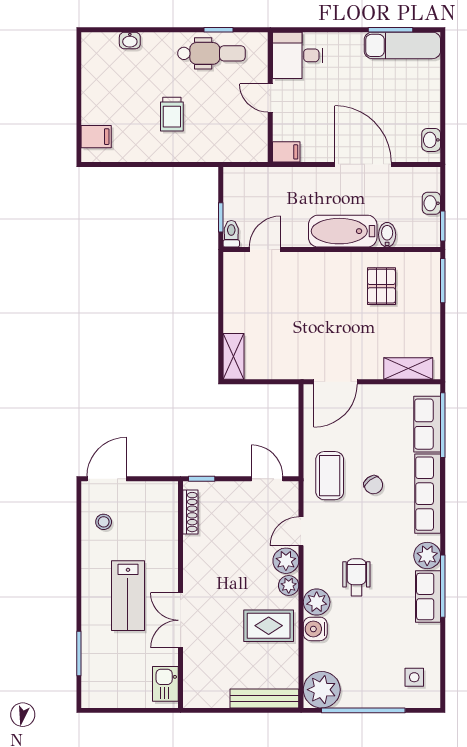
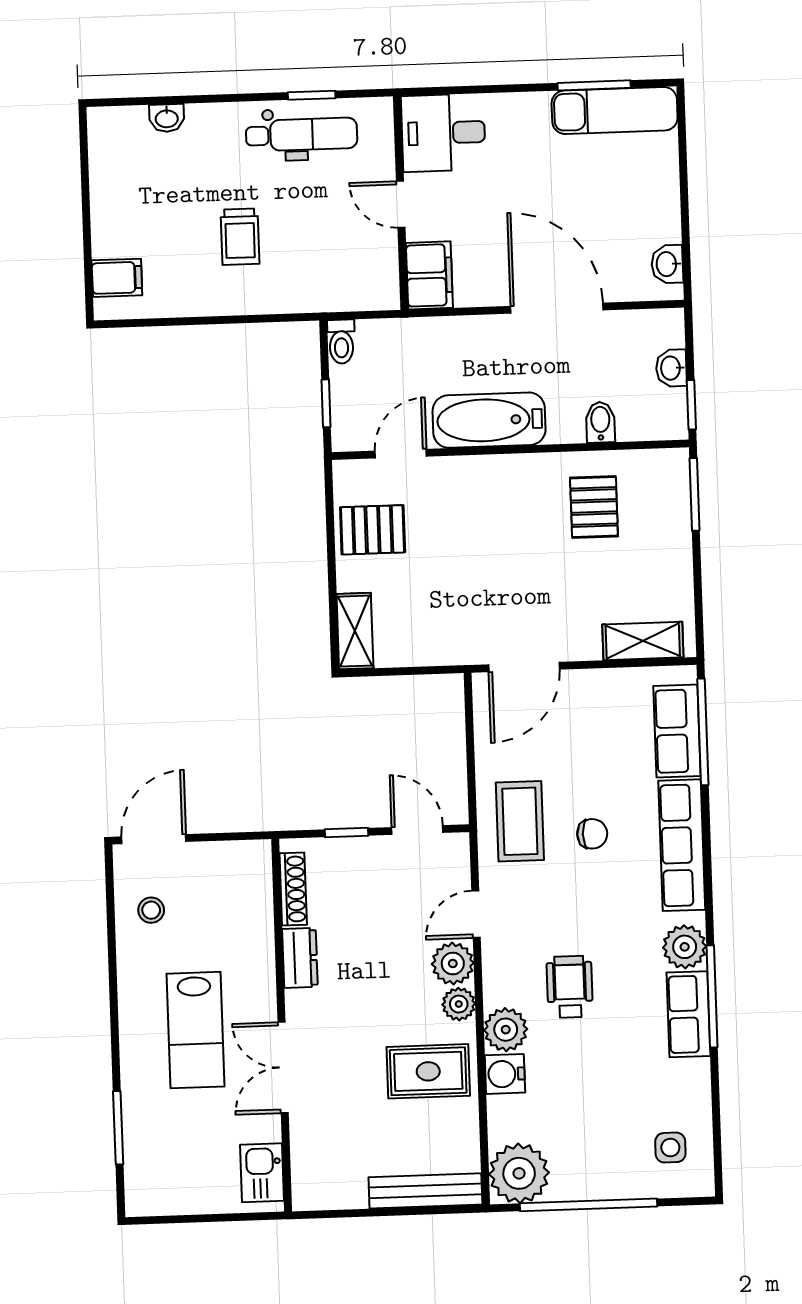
filing cabinet: (286, 152) -> (429, 275), width x2.00
bathtub: (343, 231) -> (489, 420), moved
toilet: (231, 234) -> (341, 342), moved, turned 180
pallet: (246, 295) -> (373, 530), added
window: (202, 479) -> (346, 832), moved
chair: (373, 485) -> (592, 834), turned -53
dresser: (193, 554) -> (300, 958), added

